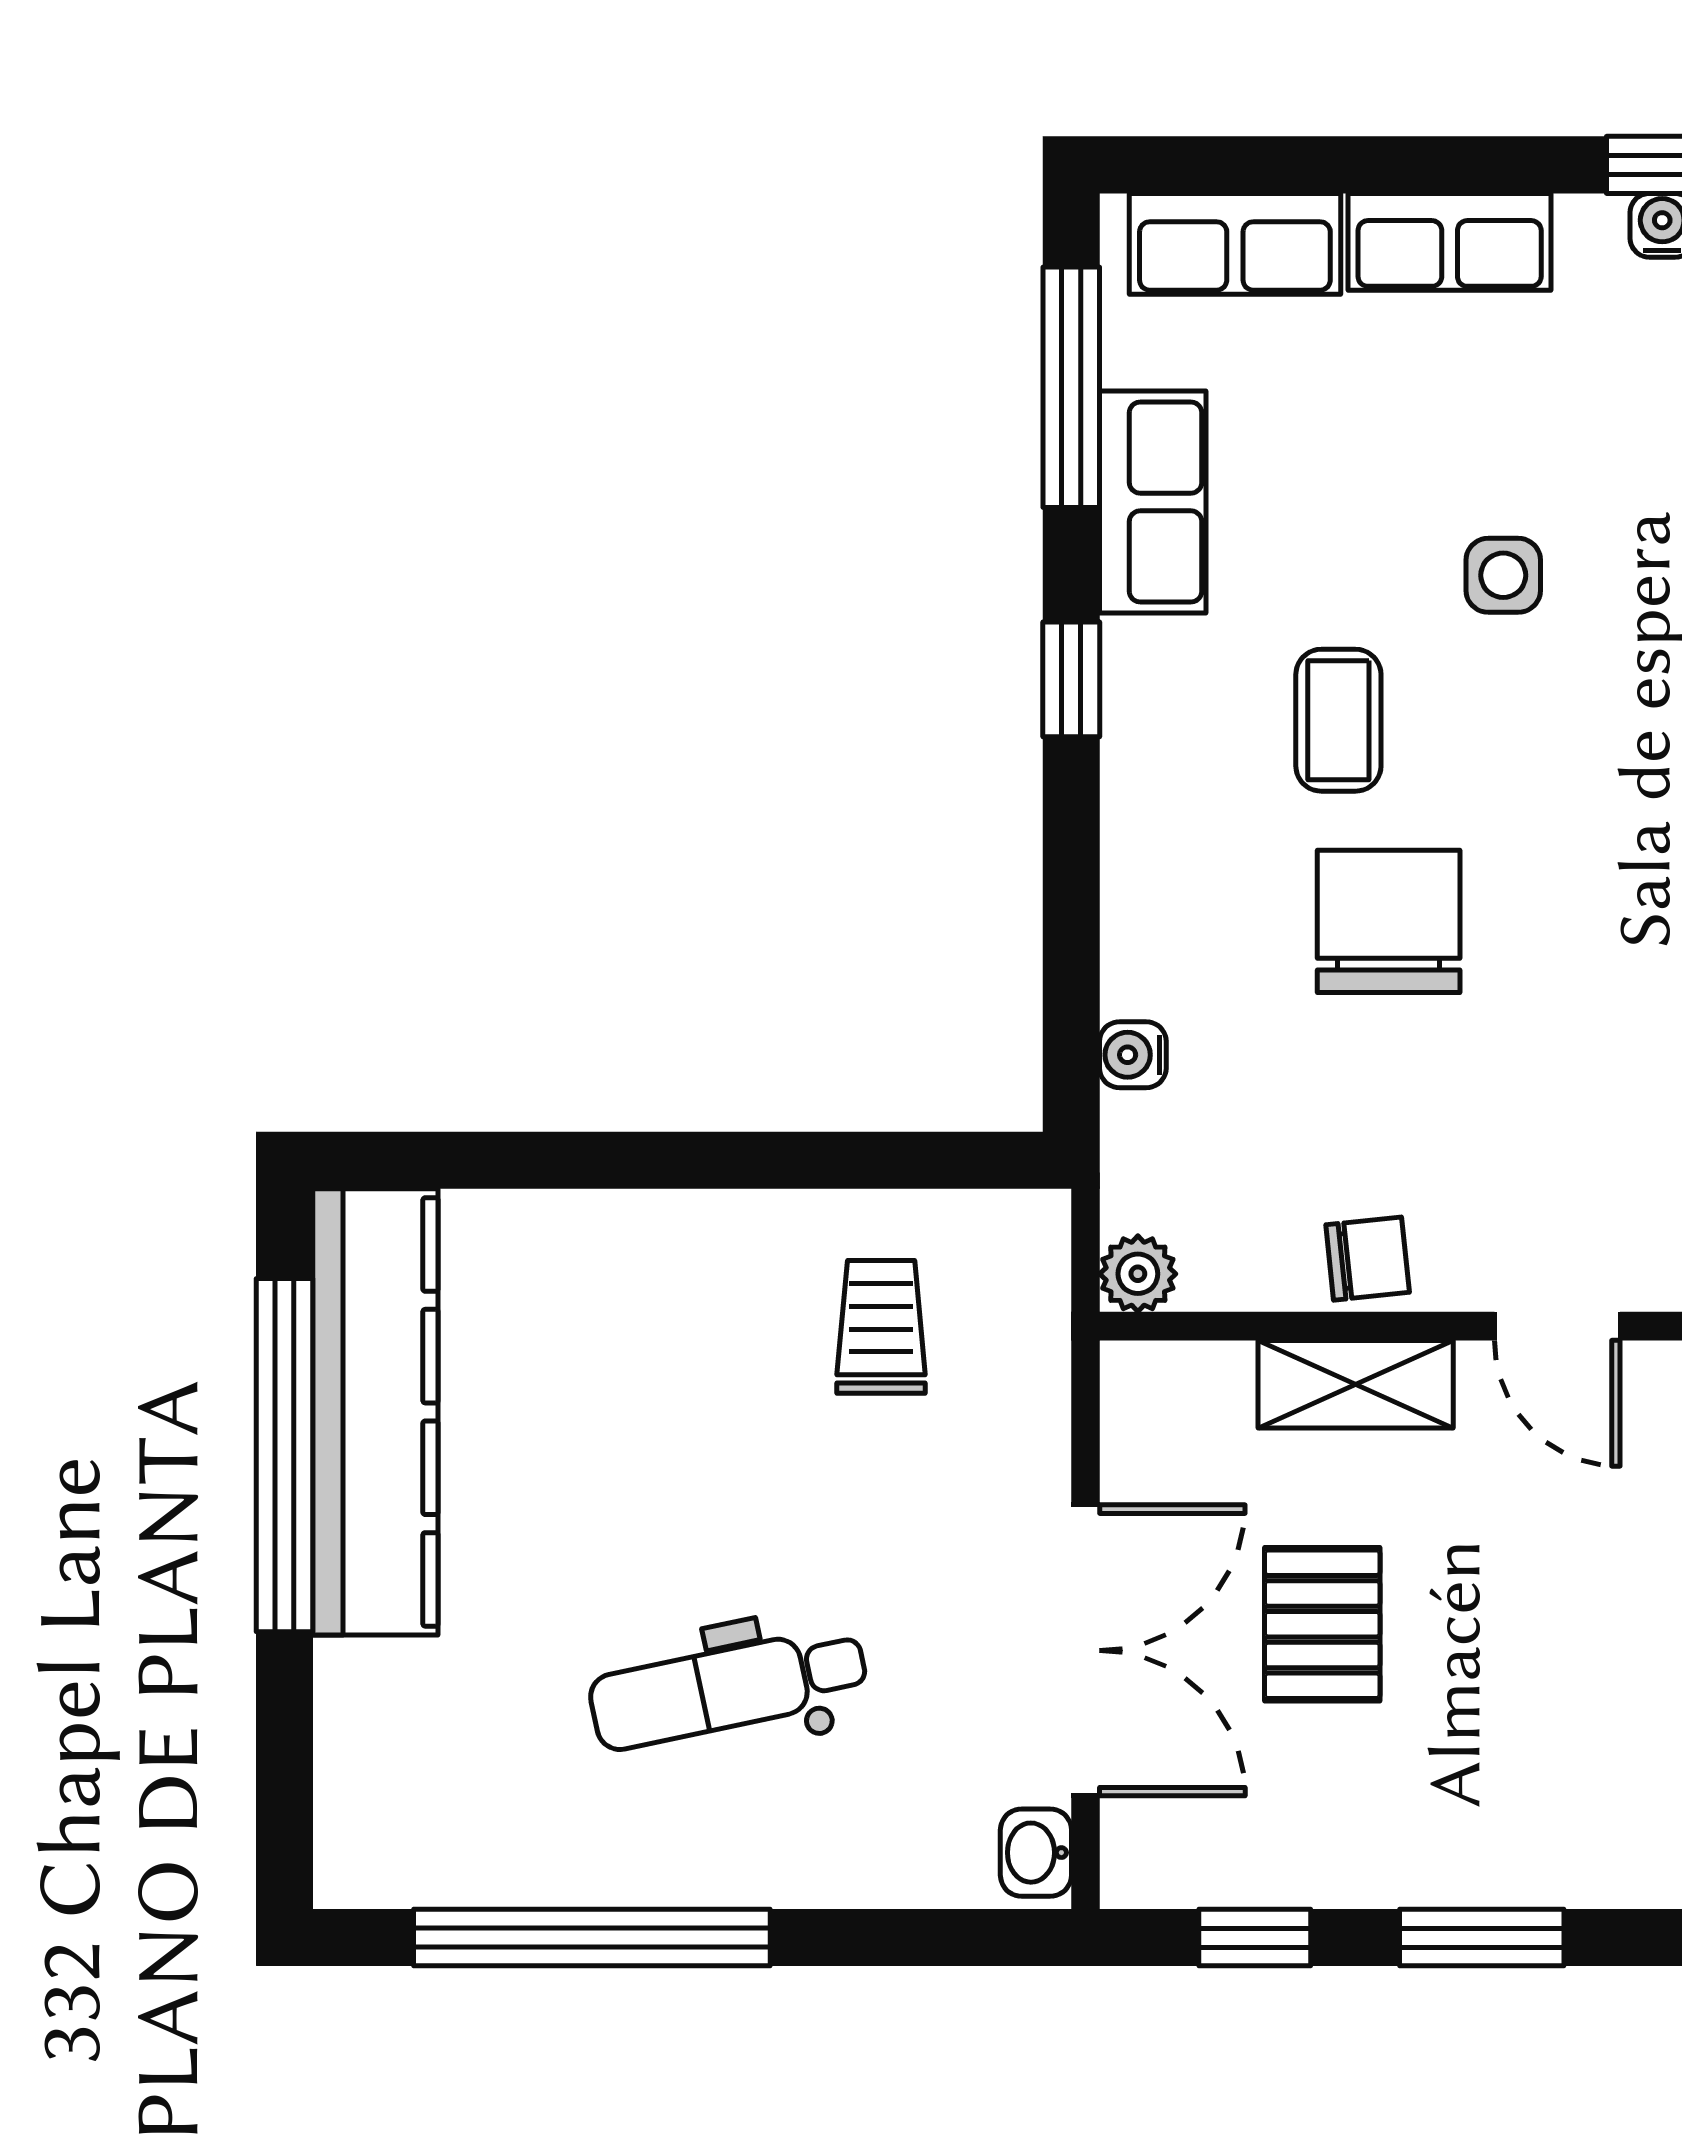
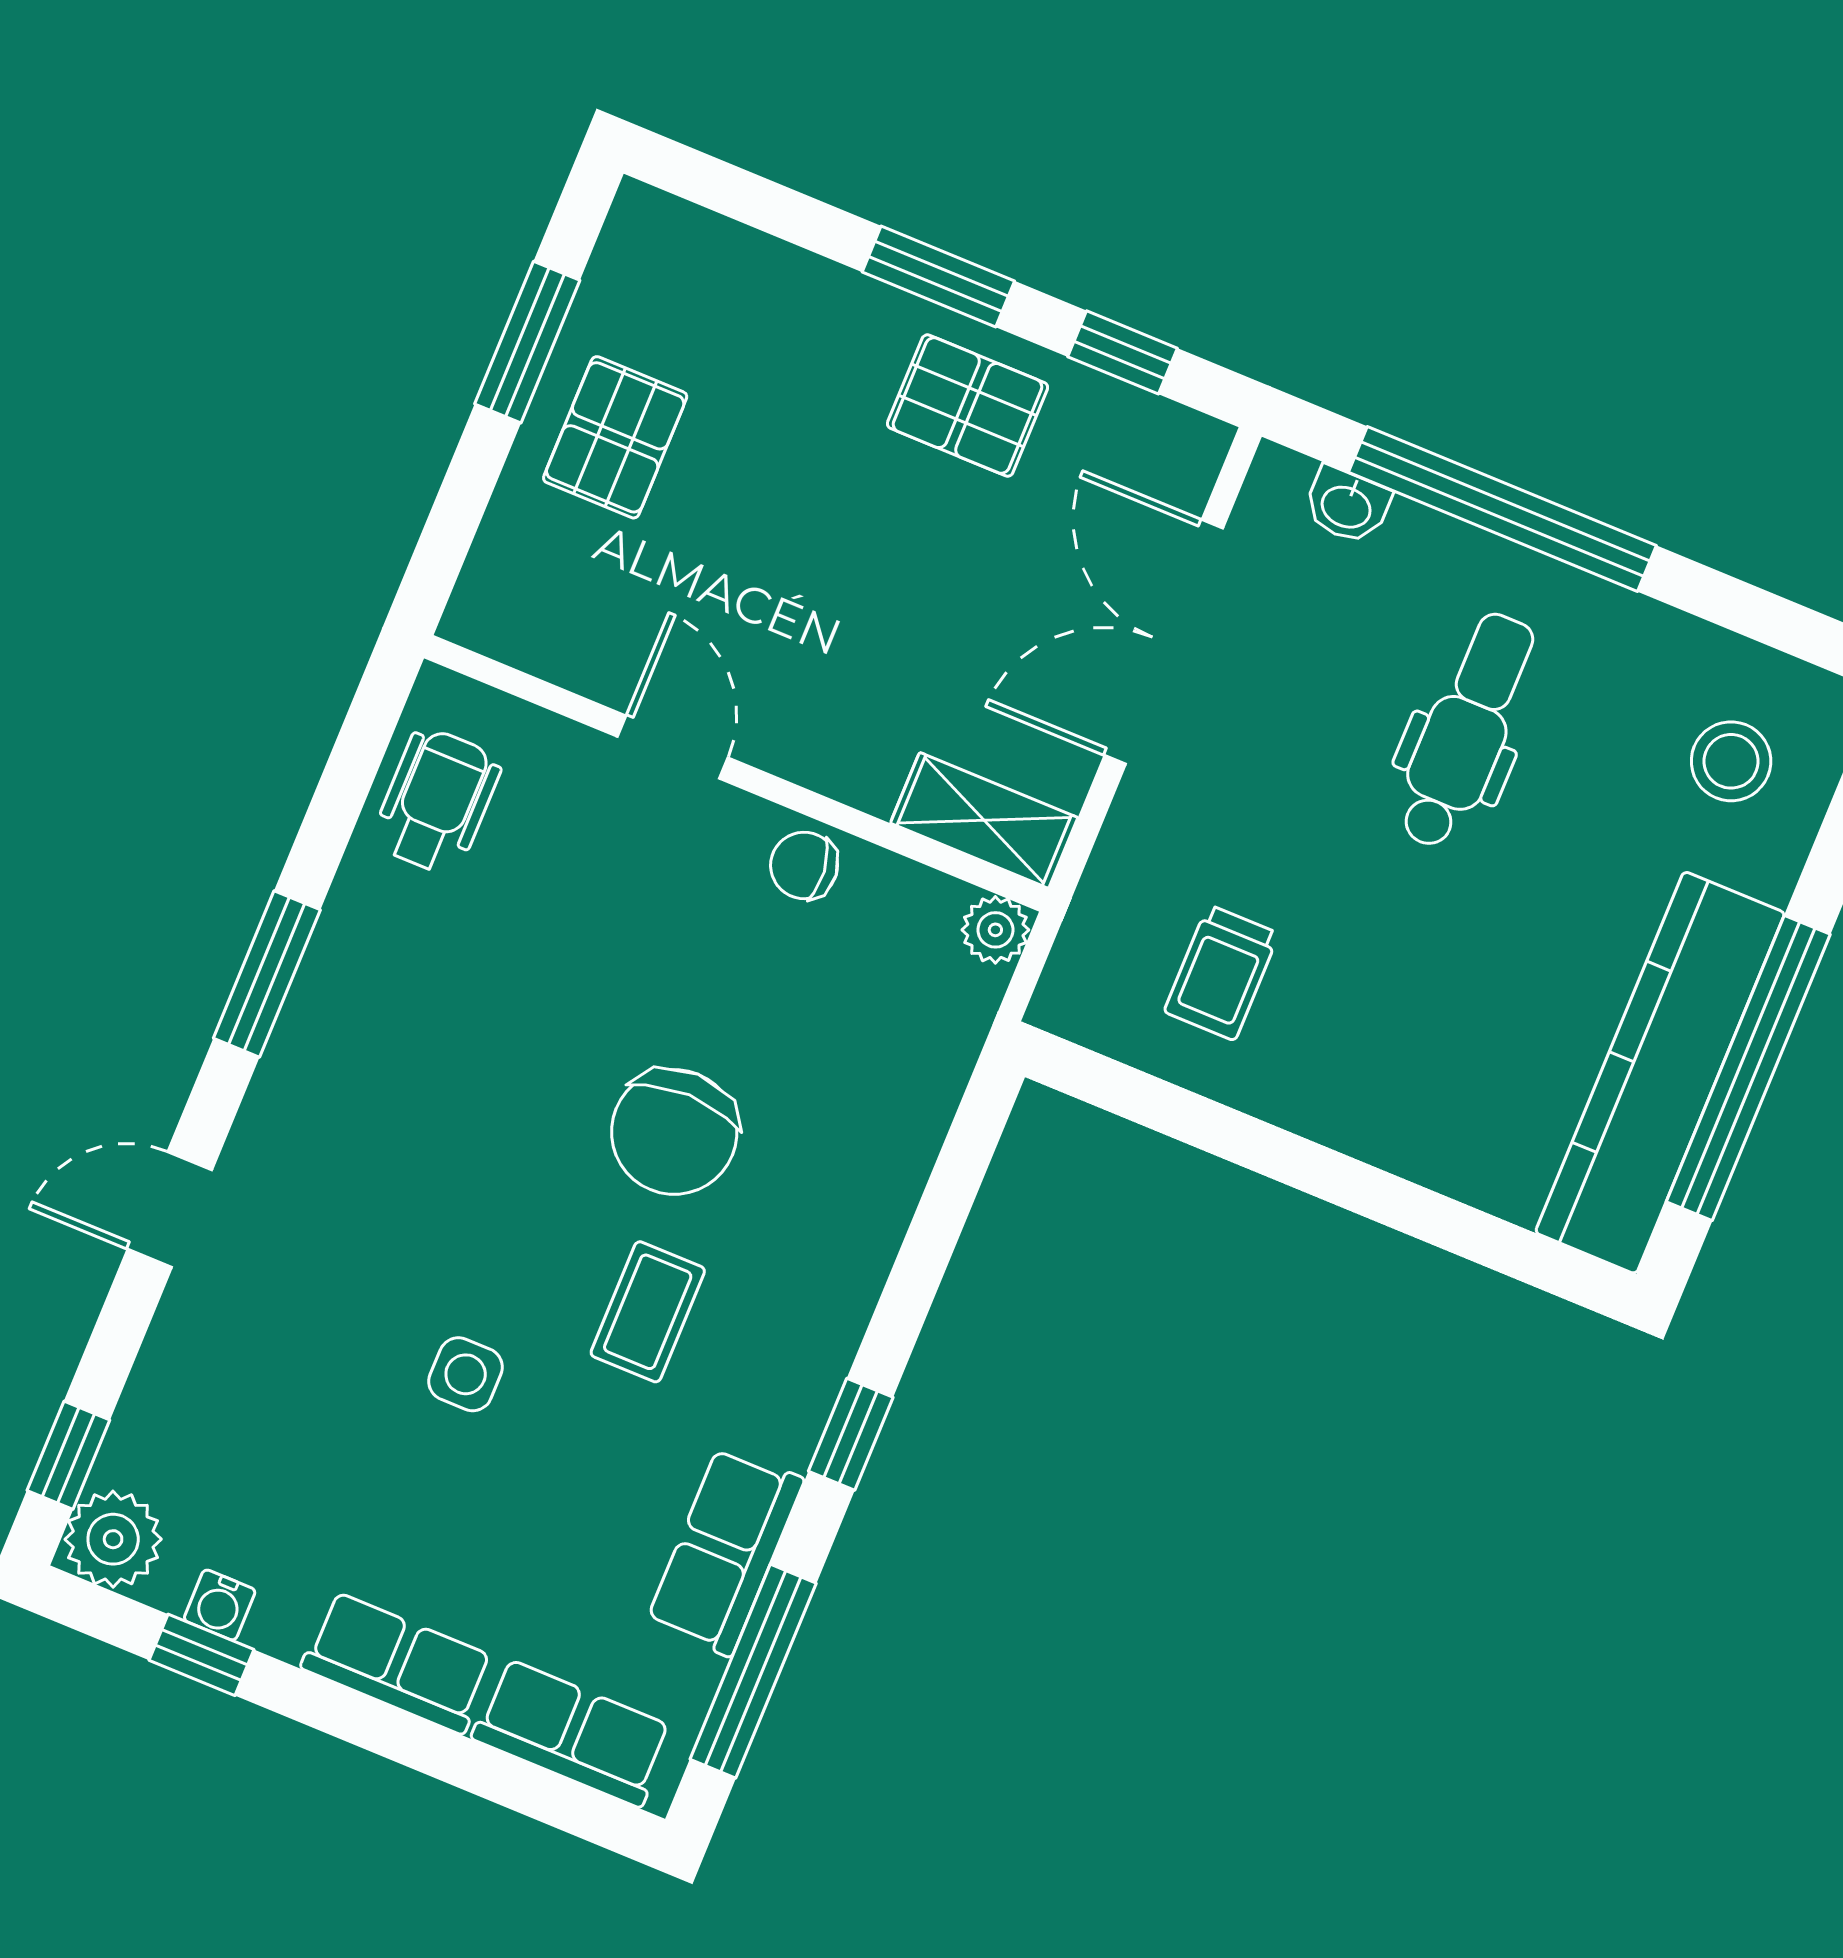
water cooler: (1133, 1055) -> (926, 1109), removed
shelving: (1356, 1384) -> (984, 820), moved
pallet: (1322, 1624) -> (968, 406), moved, turned 90
dental chair: (728, 1688) -> (1466, 731), turned -78
stool: (436, 1771) -> (1731, 761), added
washbasin: (1036, 1853) -> (1347, 505), moved, turned 90
window: (592, 1938) -> (1502, 509), moved

